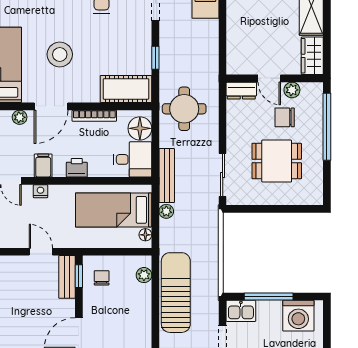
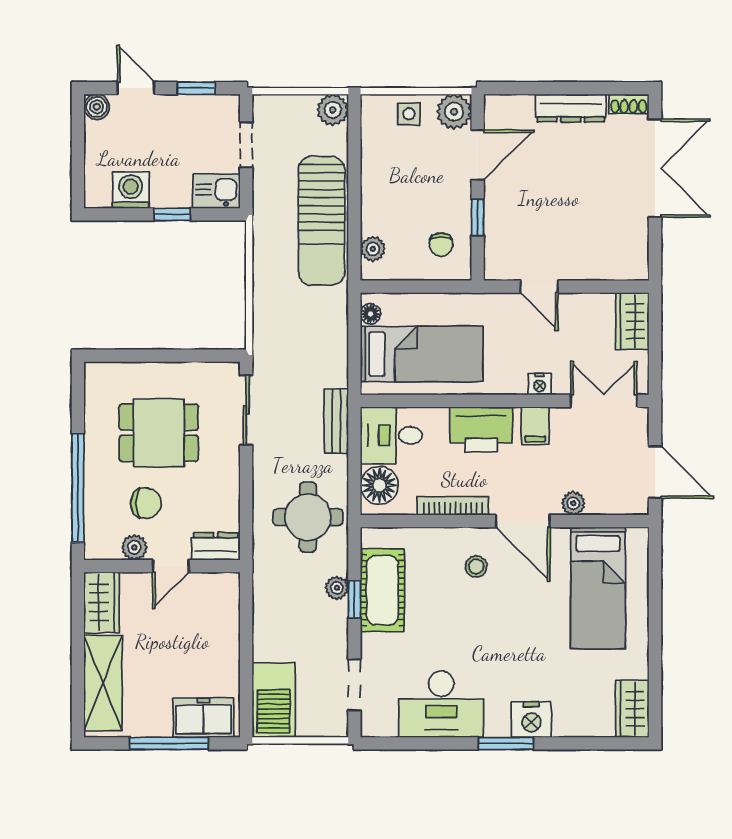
stool: (60, 54) -> (476, 566), moved, width x0.53, depth x0.53
door: (269, 78) -> (171, 566), swing flipped
cot: (126, 89) -> (382, 590), moved, turned 90
door: (51, 106) -> (523, 521), swing flipped
printer: (77, 168) -> (481, 429), width x1.87, depth x1.48
bench: (167, 176) -> (336, 421), width x0.73
plant: (166, 211) -> (337, 588), moved
window: (79, 276) -> (478, 217), moved
bench: (67, 277) -> (497, 246), removed
window: (269, 296) -> (172, 214), width x0.46
washing machine: (298, 316) -> (131, 190), width x0.73, depth x0.73

